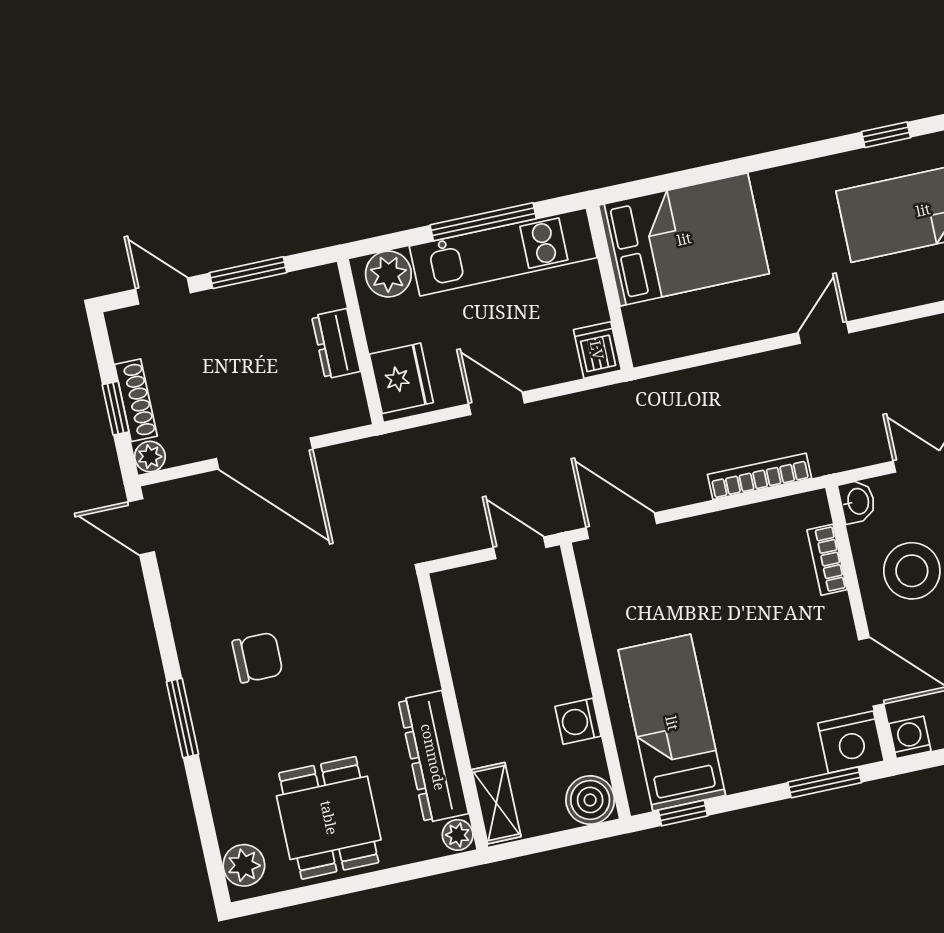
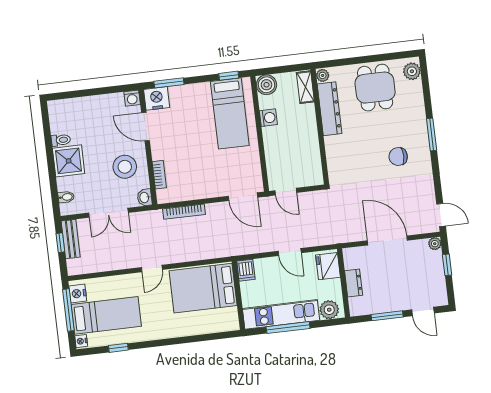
bed: (684, 239) -> (203, 288), moved
shoe rack: (136, 400) -> (438, 267), removed

